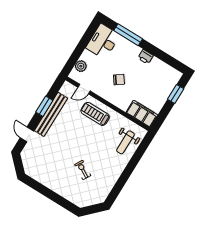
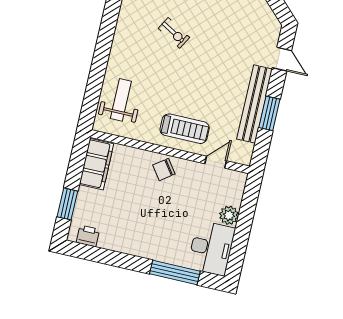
printer: (146, 57) -> (88, 236), moved
plant: (81, 66) -> (229, 215), moved
chair: (119, 80) -> (164, 170), moved
filing cabinet: (142, 114) -> (96, 164), moved, turned -90

